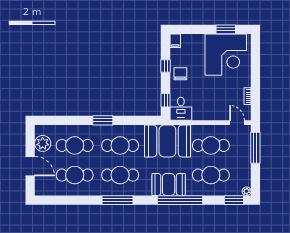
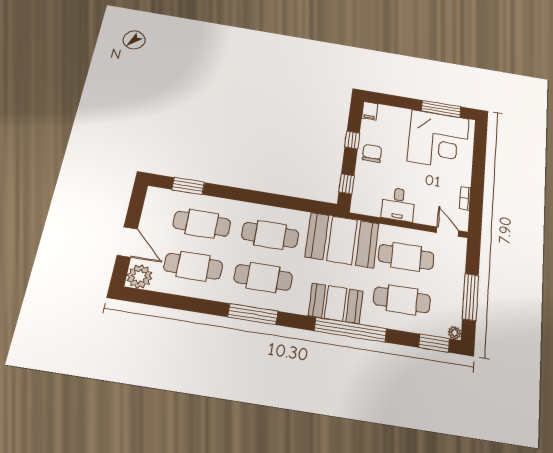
window: (226, 29) -> (441, 109), width x1.44
desk: (181, 109) -> (398, 204), moved
window: (103, 120) -> (188, 186), moved
plant: (43, 143) -> (139, 276), moved
window: (255, 148) -> (470, 297), moved

